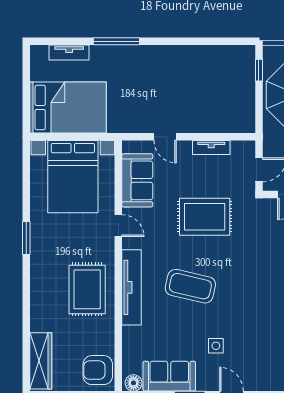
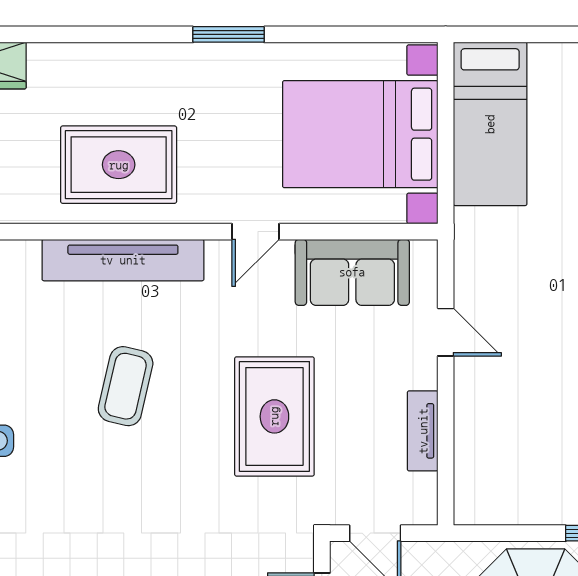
bed: (68, 108) -> (490, 124), width x0.67
door: (165, 137) -> (446, 332), swing flipped
coffee table: (190, 286) -> (126, 386), width x0.73, depth x0.76

